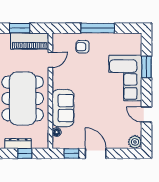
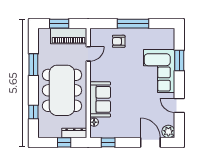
dresser: (18, 144) -> (74, 133), moved
door: (96, 153) -> (150, 142), moved

